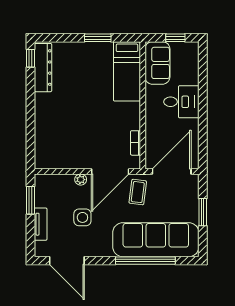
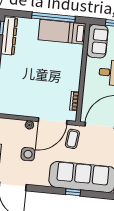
window: (98, 38) -> (53, 17), width x2.11
bed: (127, 71) -> (62, 32), moved, turned 90
window: (145, 261) -> (73, 192), width x0.32

